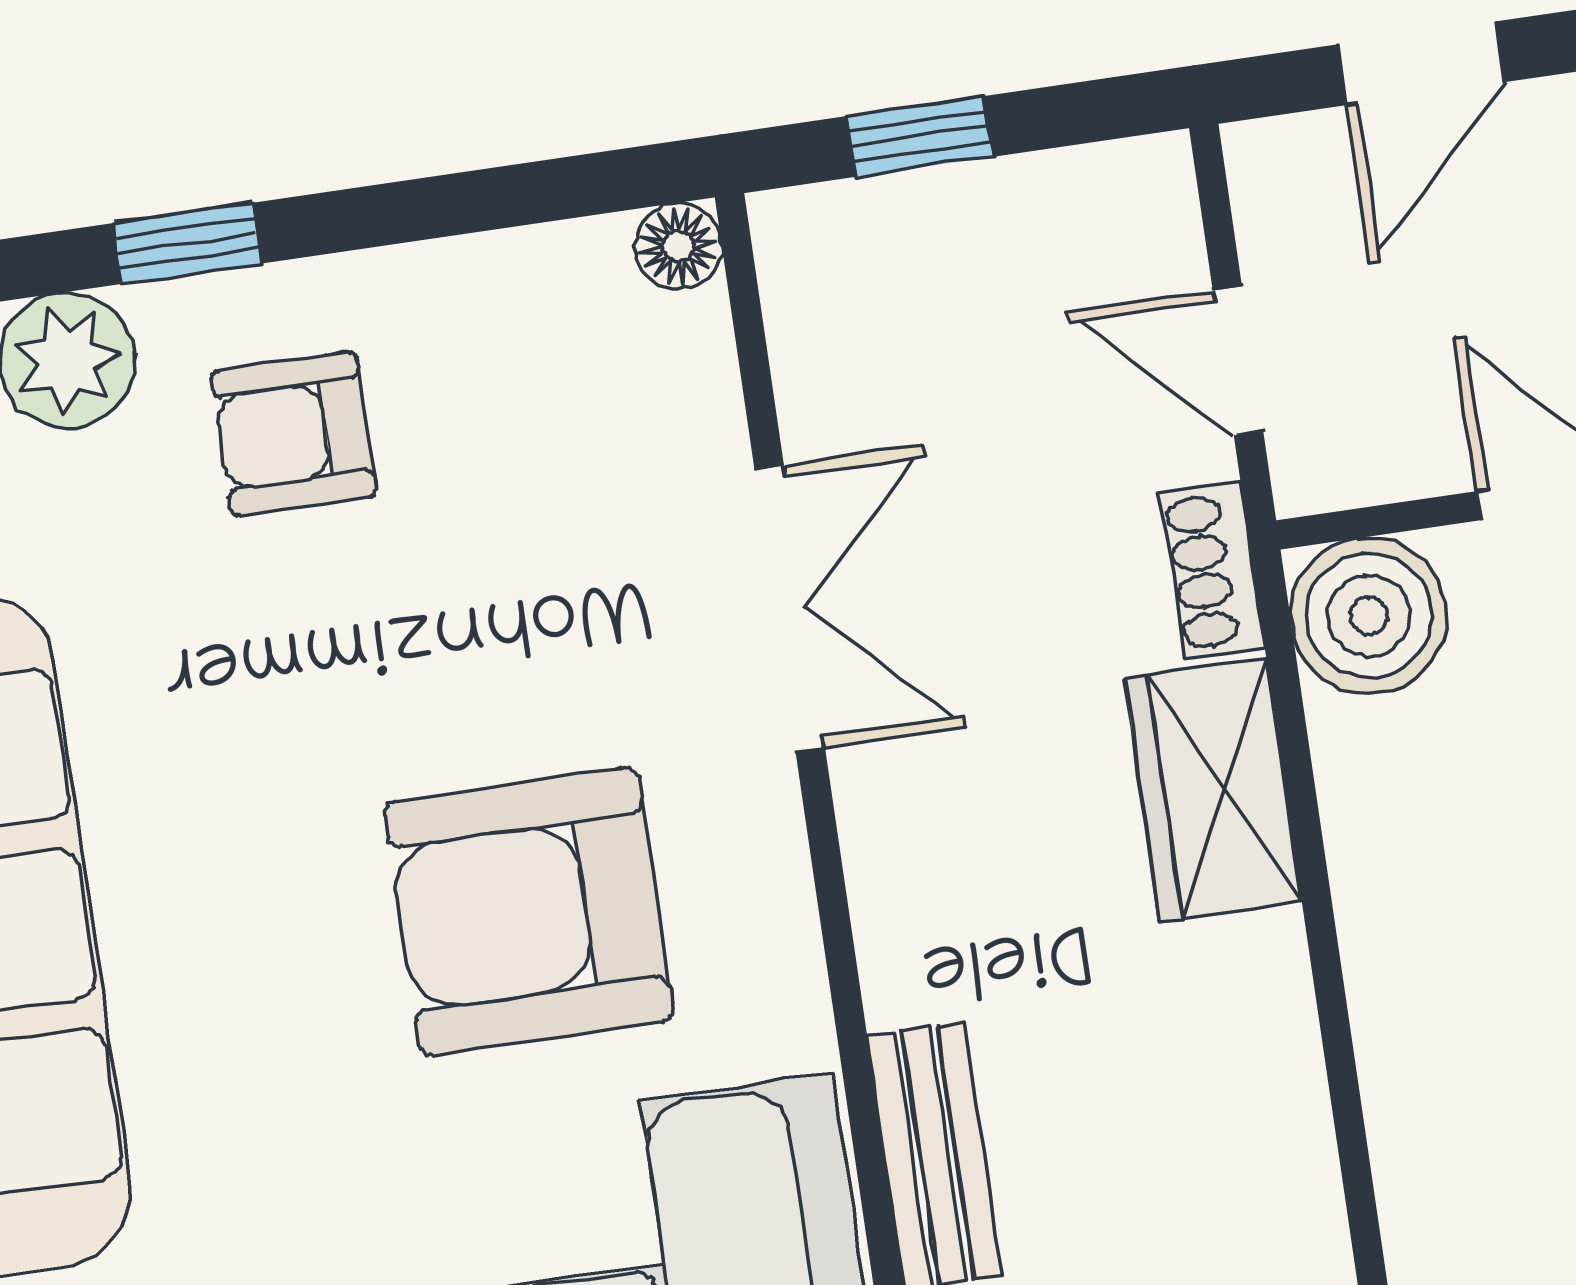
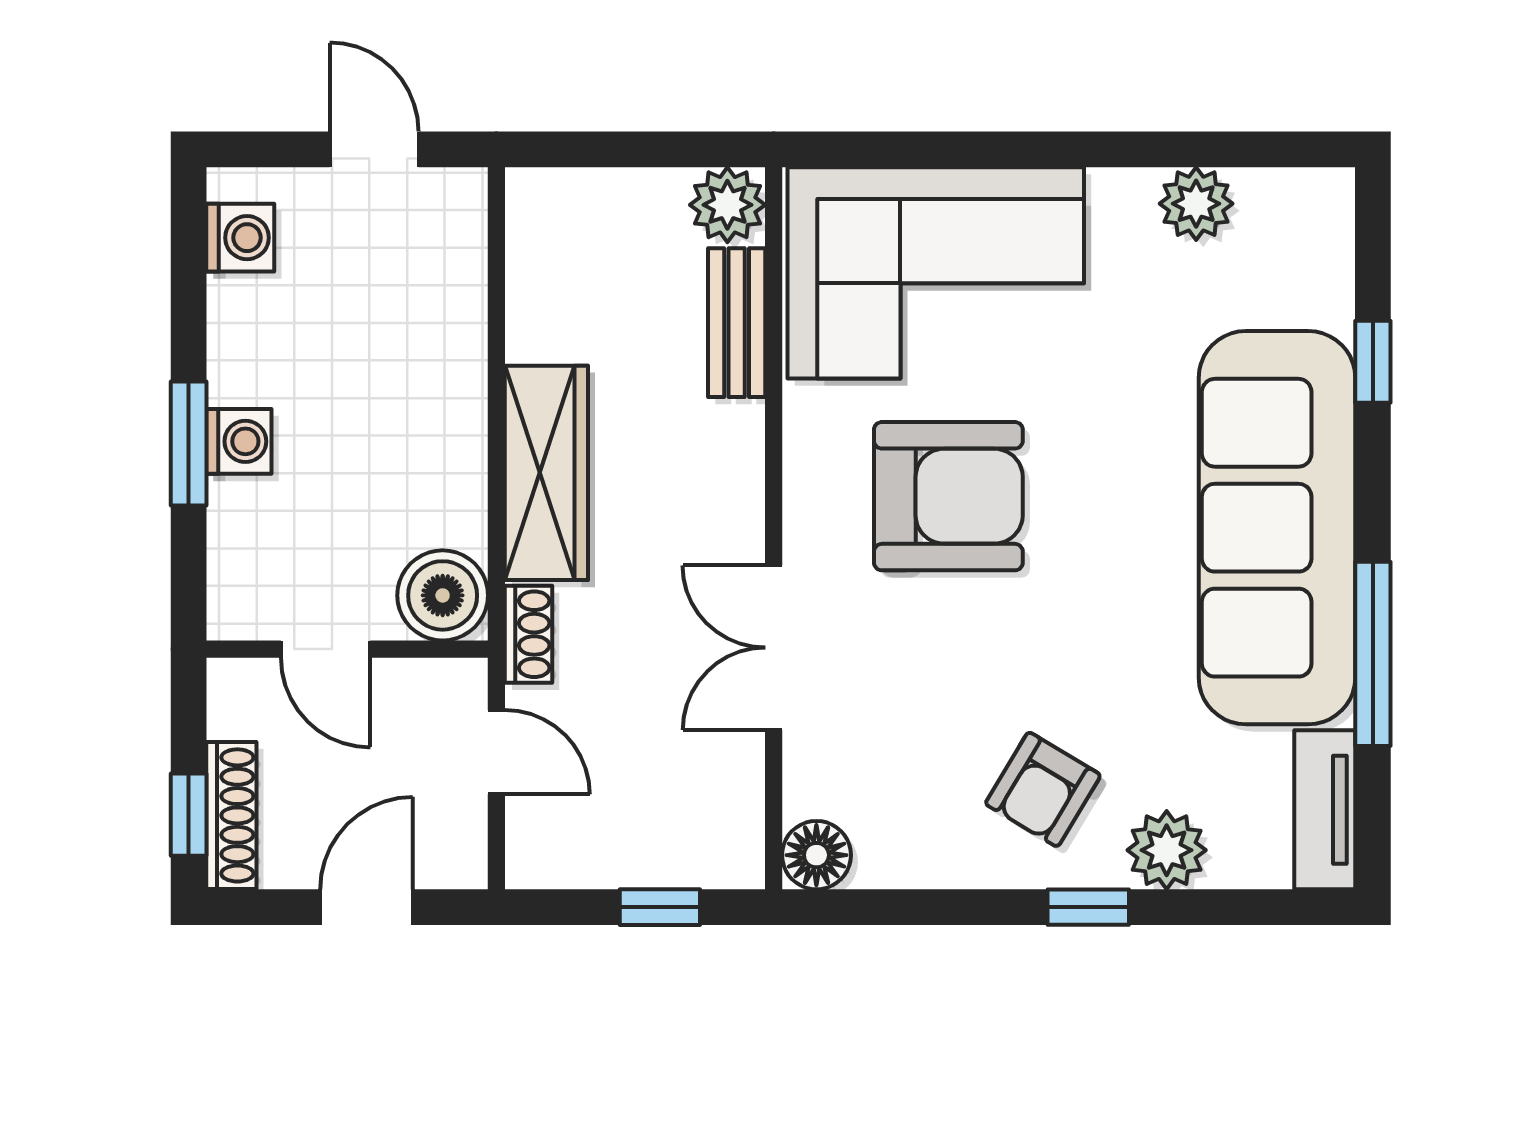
floor lamp: (678, 246) -> (816, 855), width x1.37, depth x1.37
armchair: (294, 433) -> (1043, 789), turned 121
wardrobe: (1213, 790) -> (546, 473), width x1.50

